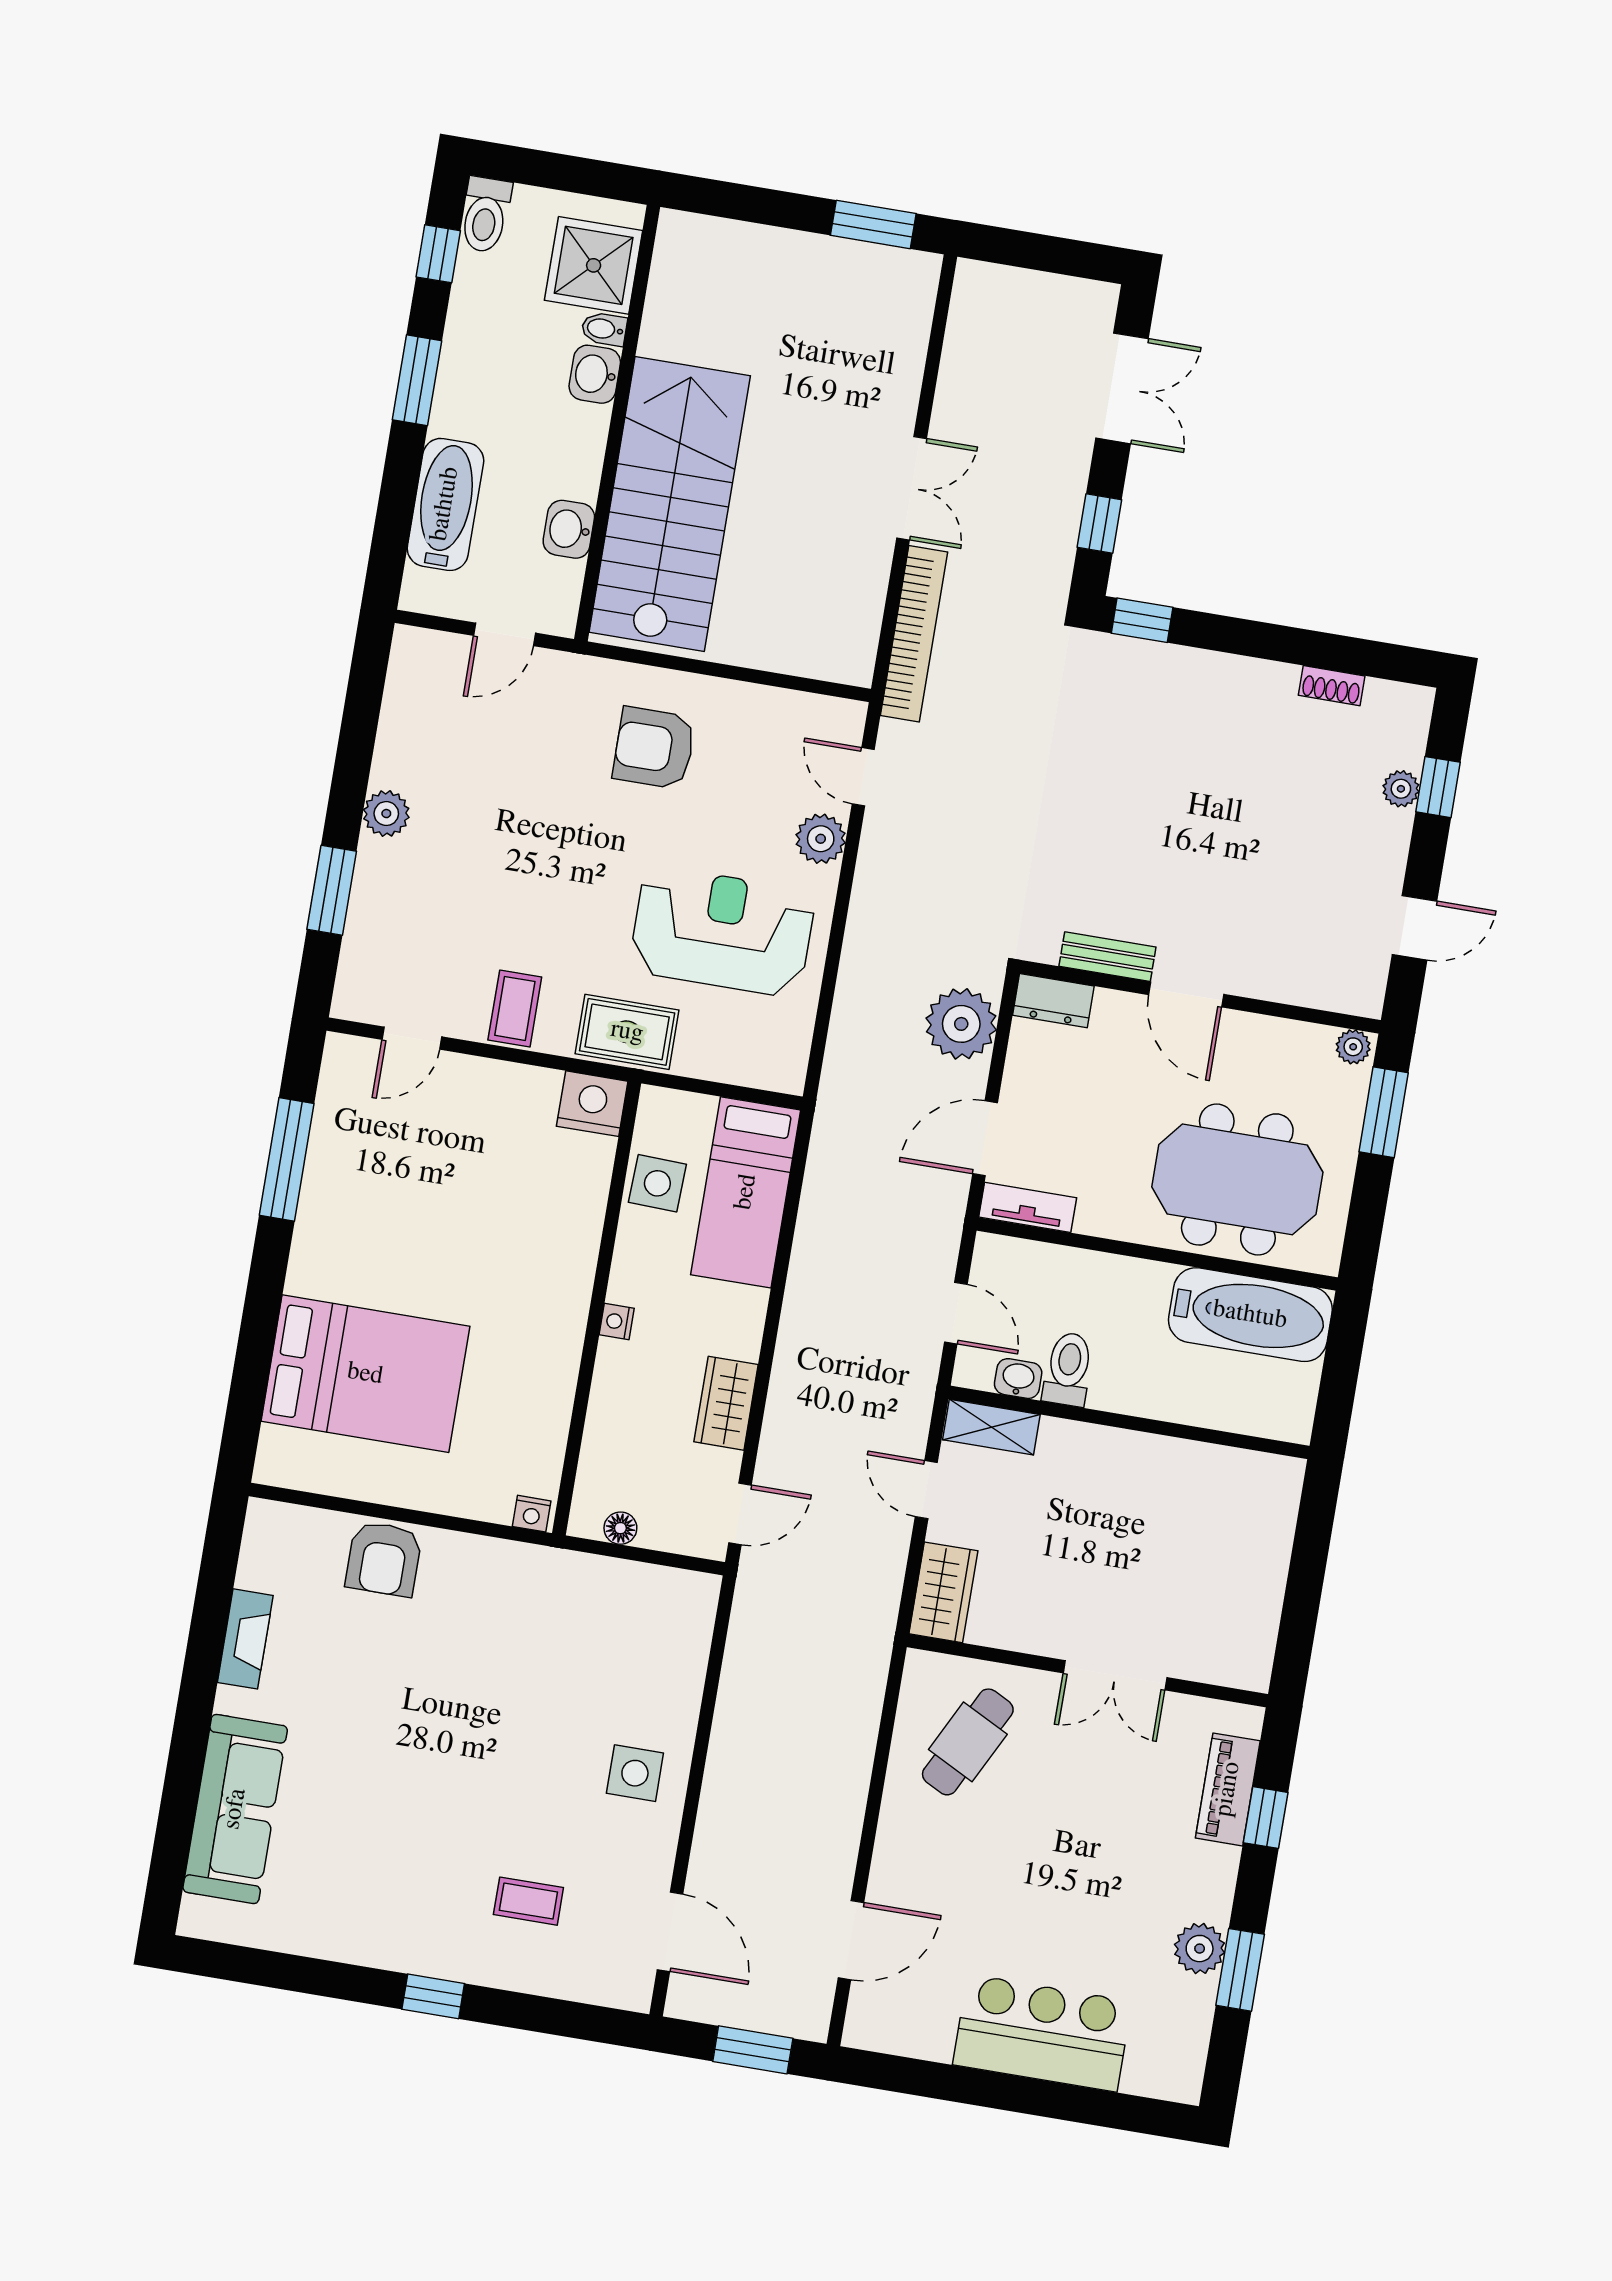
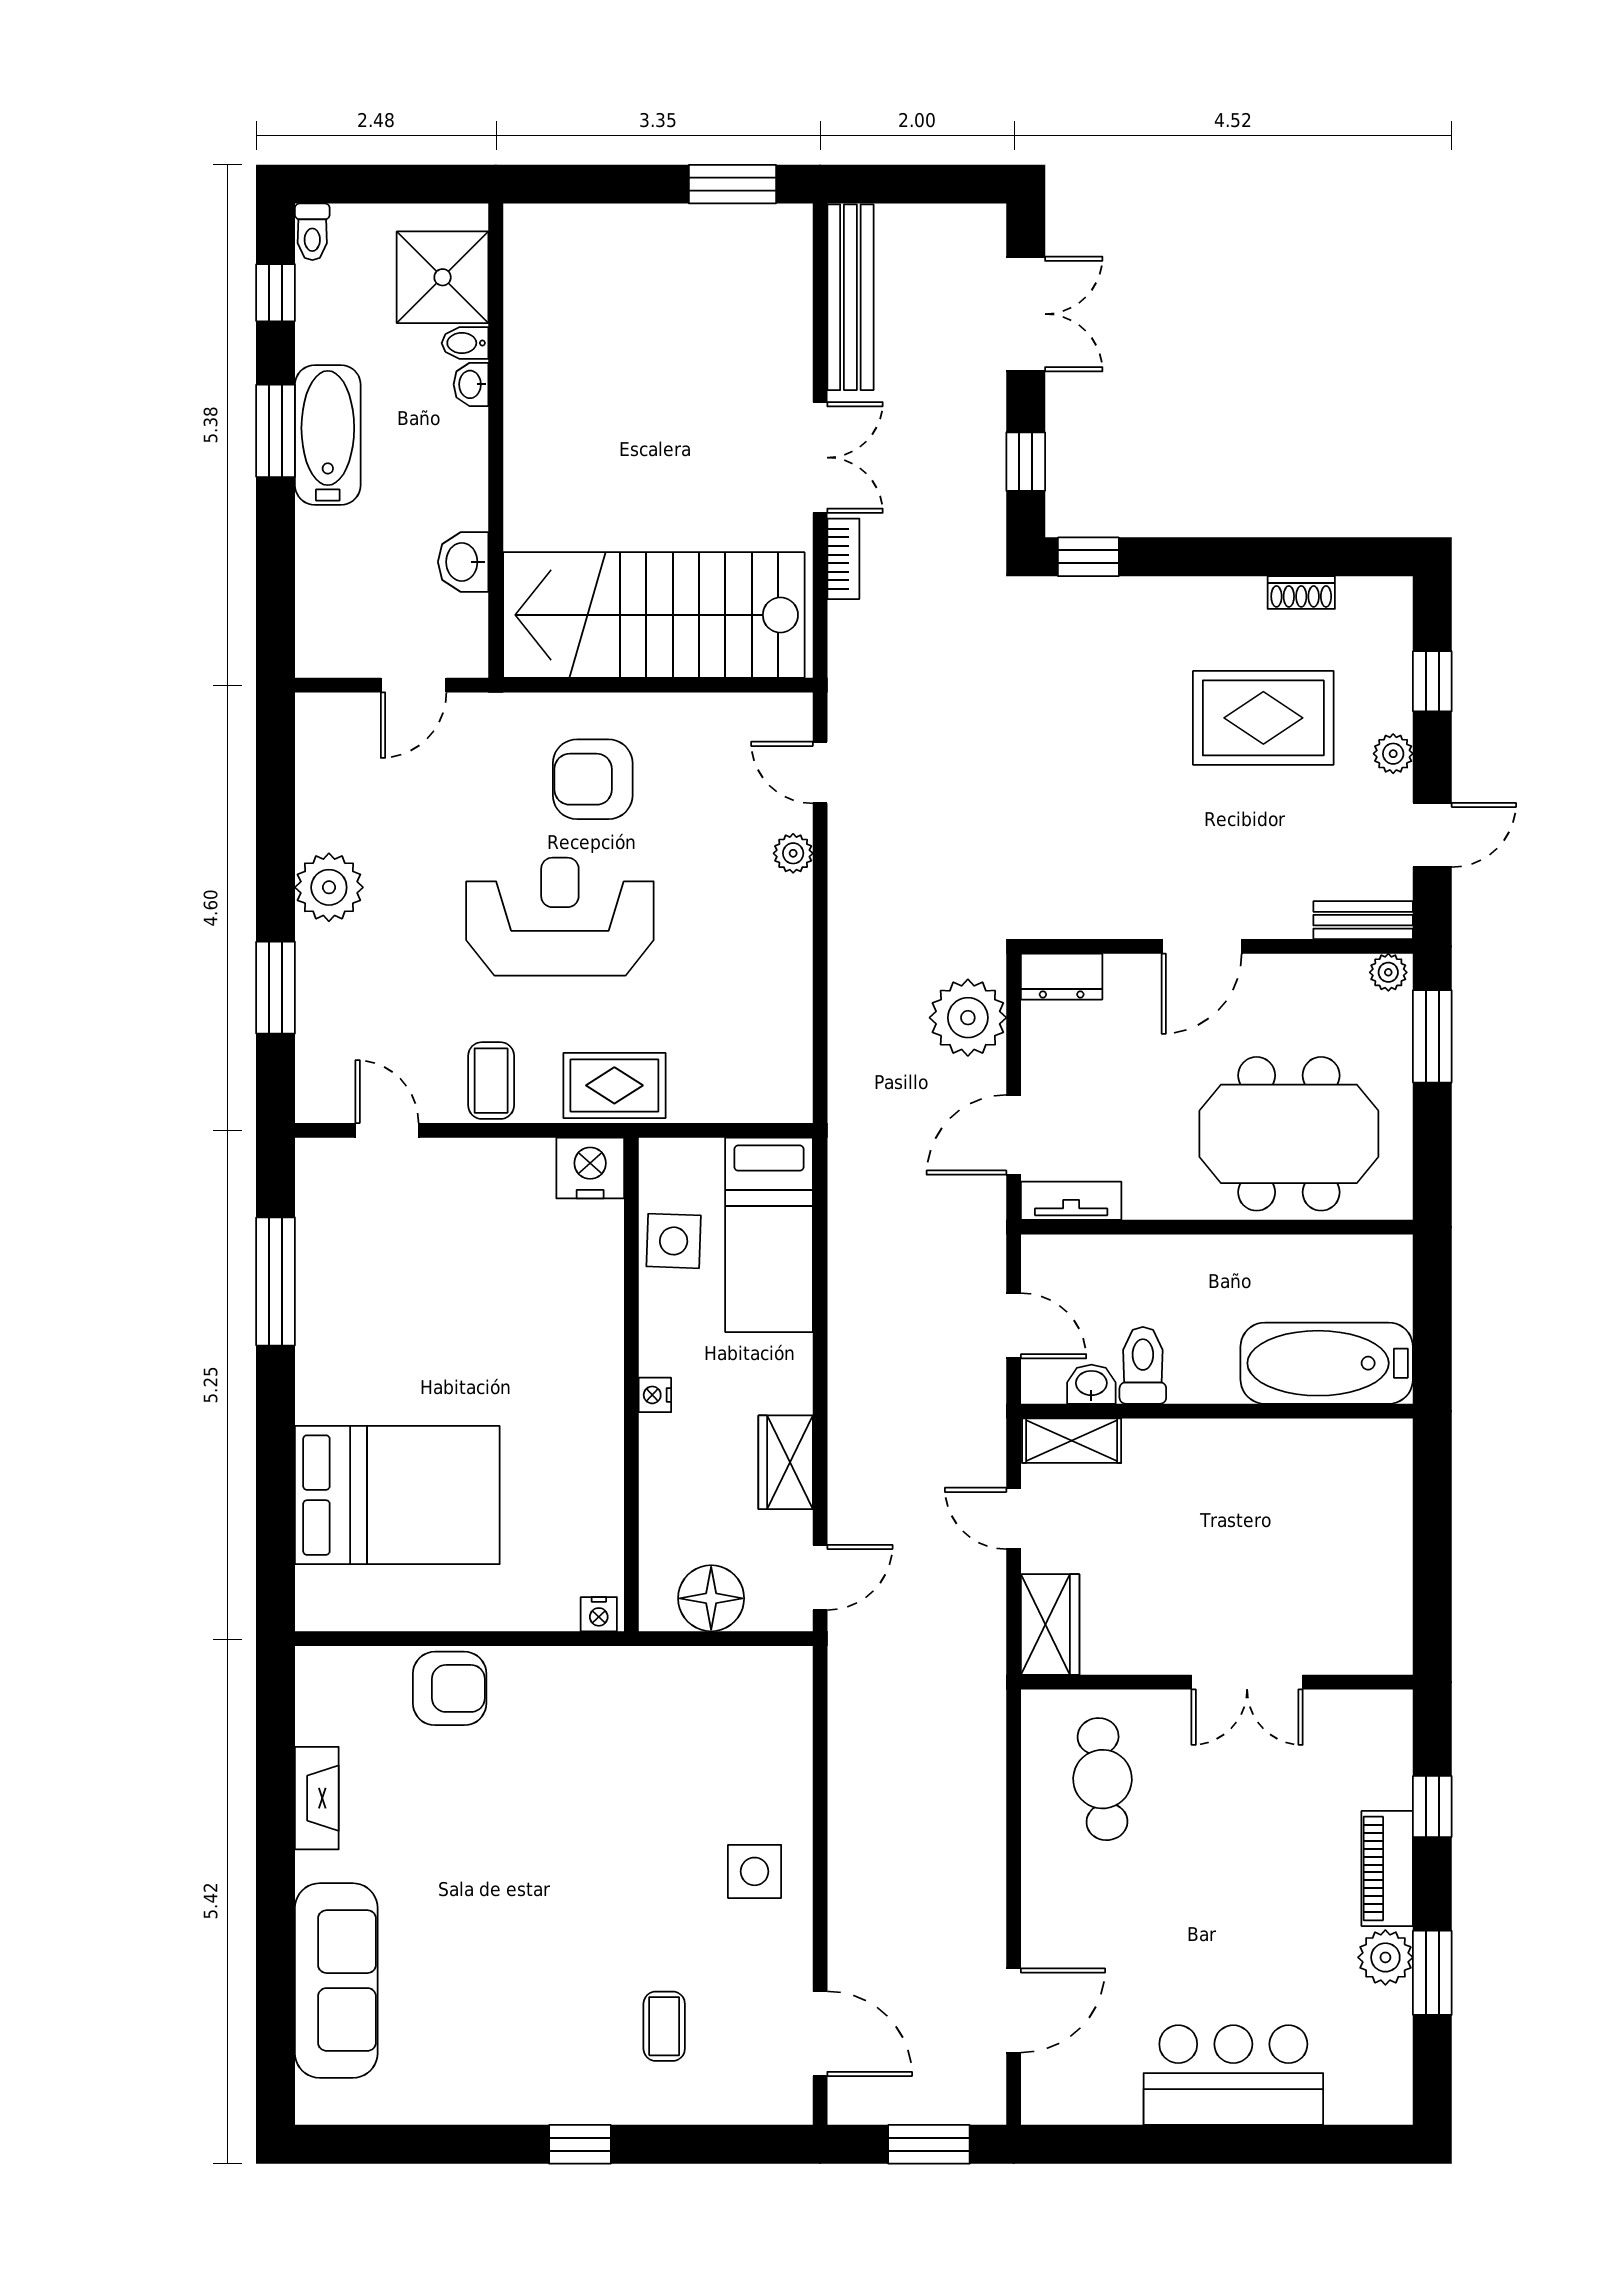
toilet: (485, 215) -> (312, 232), width x0.73, depth x0.72
bench: (964, 346) -> (850, 297), added
washbasin: (595, 374) -> (471, 384), width x0.72, depth x0.69
bathtub: (445, 504) -> (328, 435), moved
stairs: (670, 504) -> (654, 615), moved, turned -90
bookcase: (914, 634) -> (843, 559), width x0.43, depth x0.76
plant: (1401, 789) -> (1393, 754), moved
rug: (1278, 795) -> (1263, 718), added
plant: (386, 814) -> (329, 887), width x1.36, depth x1.36
plant: (821, 839) -> (793, 853), width x0.73, depth x0.73
reception desk: (722, 931) -> (560, 917), moved
bench: (1107, 957) -> (1363, 920), moved
door: (1186, 994) -> (1202, 946), hinge flipped
door: (412, 1038) -> (387, 1130), swing flipped
bathtub: (1250, 1315) -> (1327, 1363), moved, turned 180
floor lamp: (620, 1528) -> (711, 1598), width x1.89, depth x1.89
armchair: (384, 1559) -> (450, 1688), turned -90
cafe table: (968, 1742) -> (1103, 1779), turned -33
piano: (1228, 1789) -> (1387, 1869), moved
coffee table: (528, 1901) -> (664, 2026), turned 90

